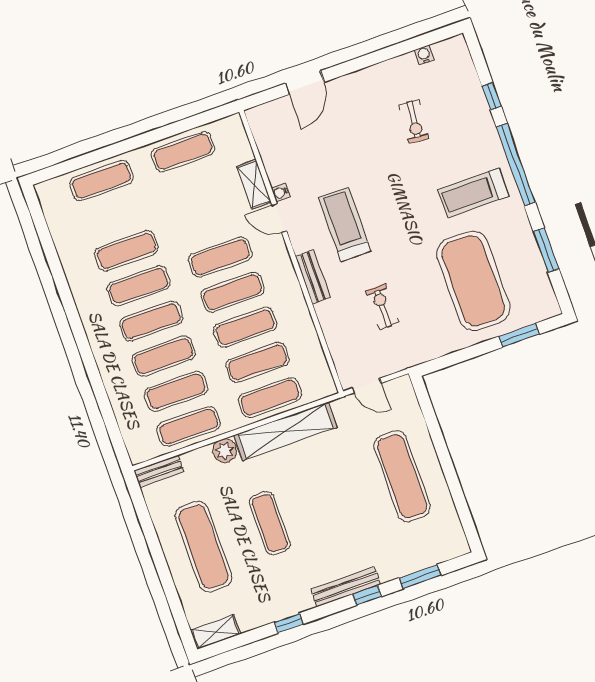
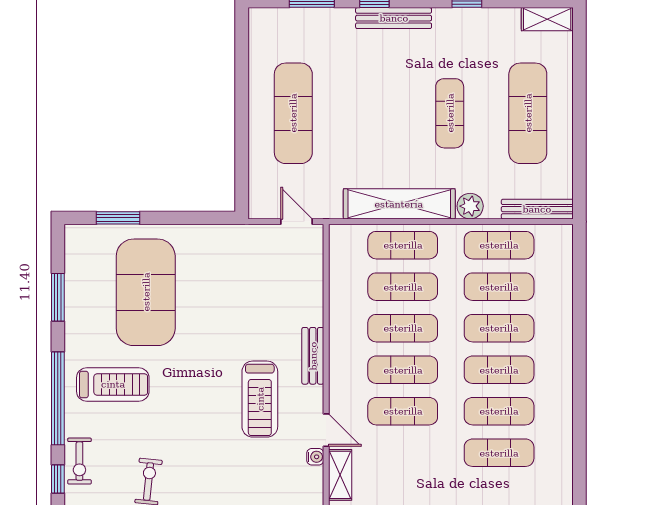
exercise bike: (382, 307) -> (79, 461), moved
bench: (159, 471) -> (537, 209), width x1.36

